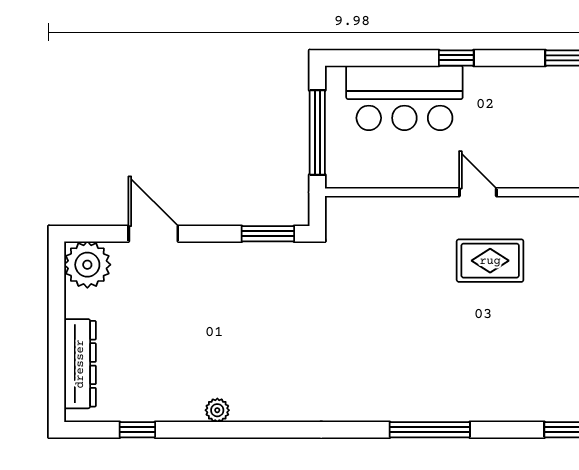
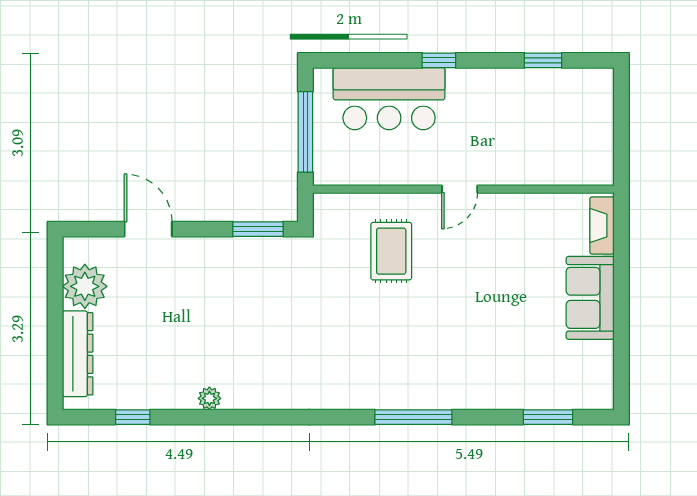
door: (478, 192) -> (460, 189), swing flipped
rug: (490, 261) -> (391, 251), moved, turned 90
plant: (87, 265) -> (85, 286), moved

